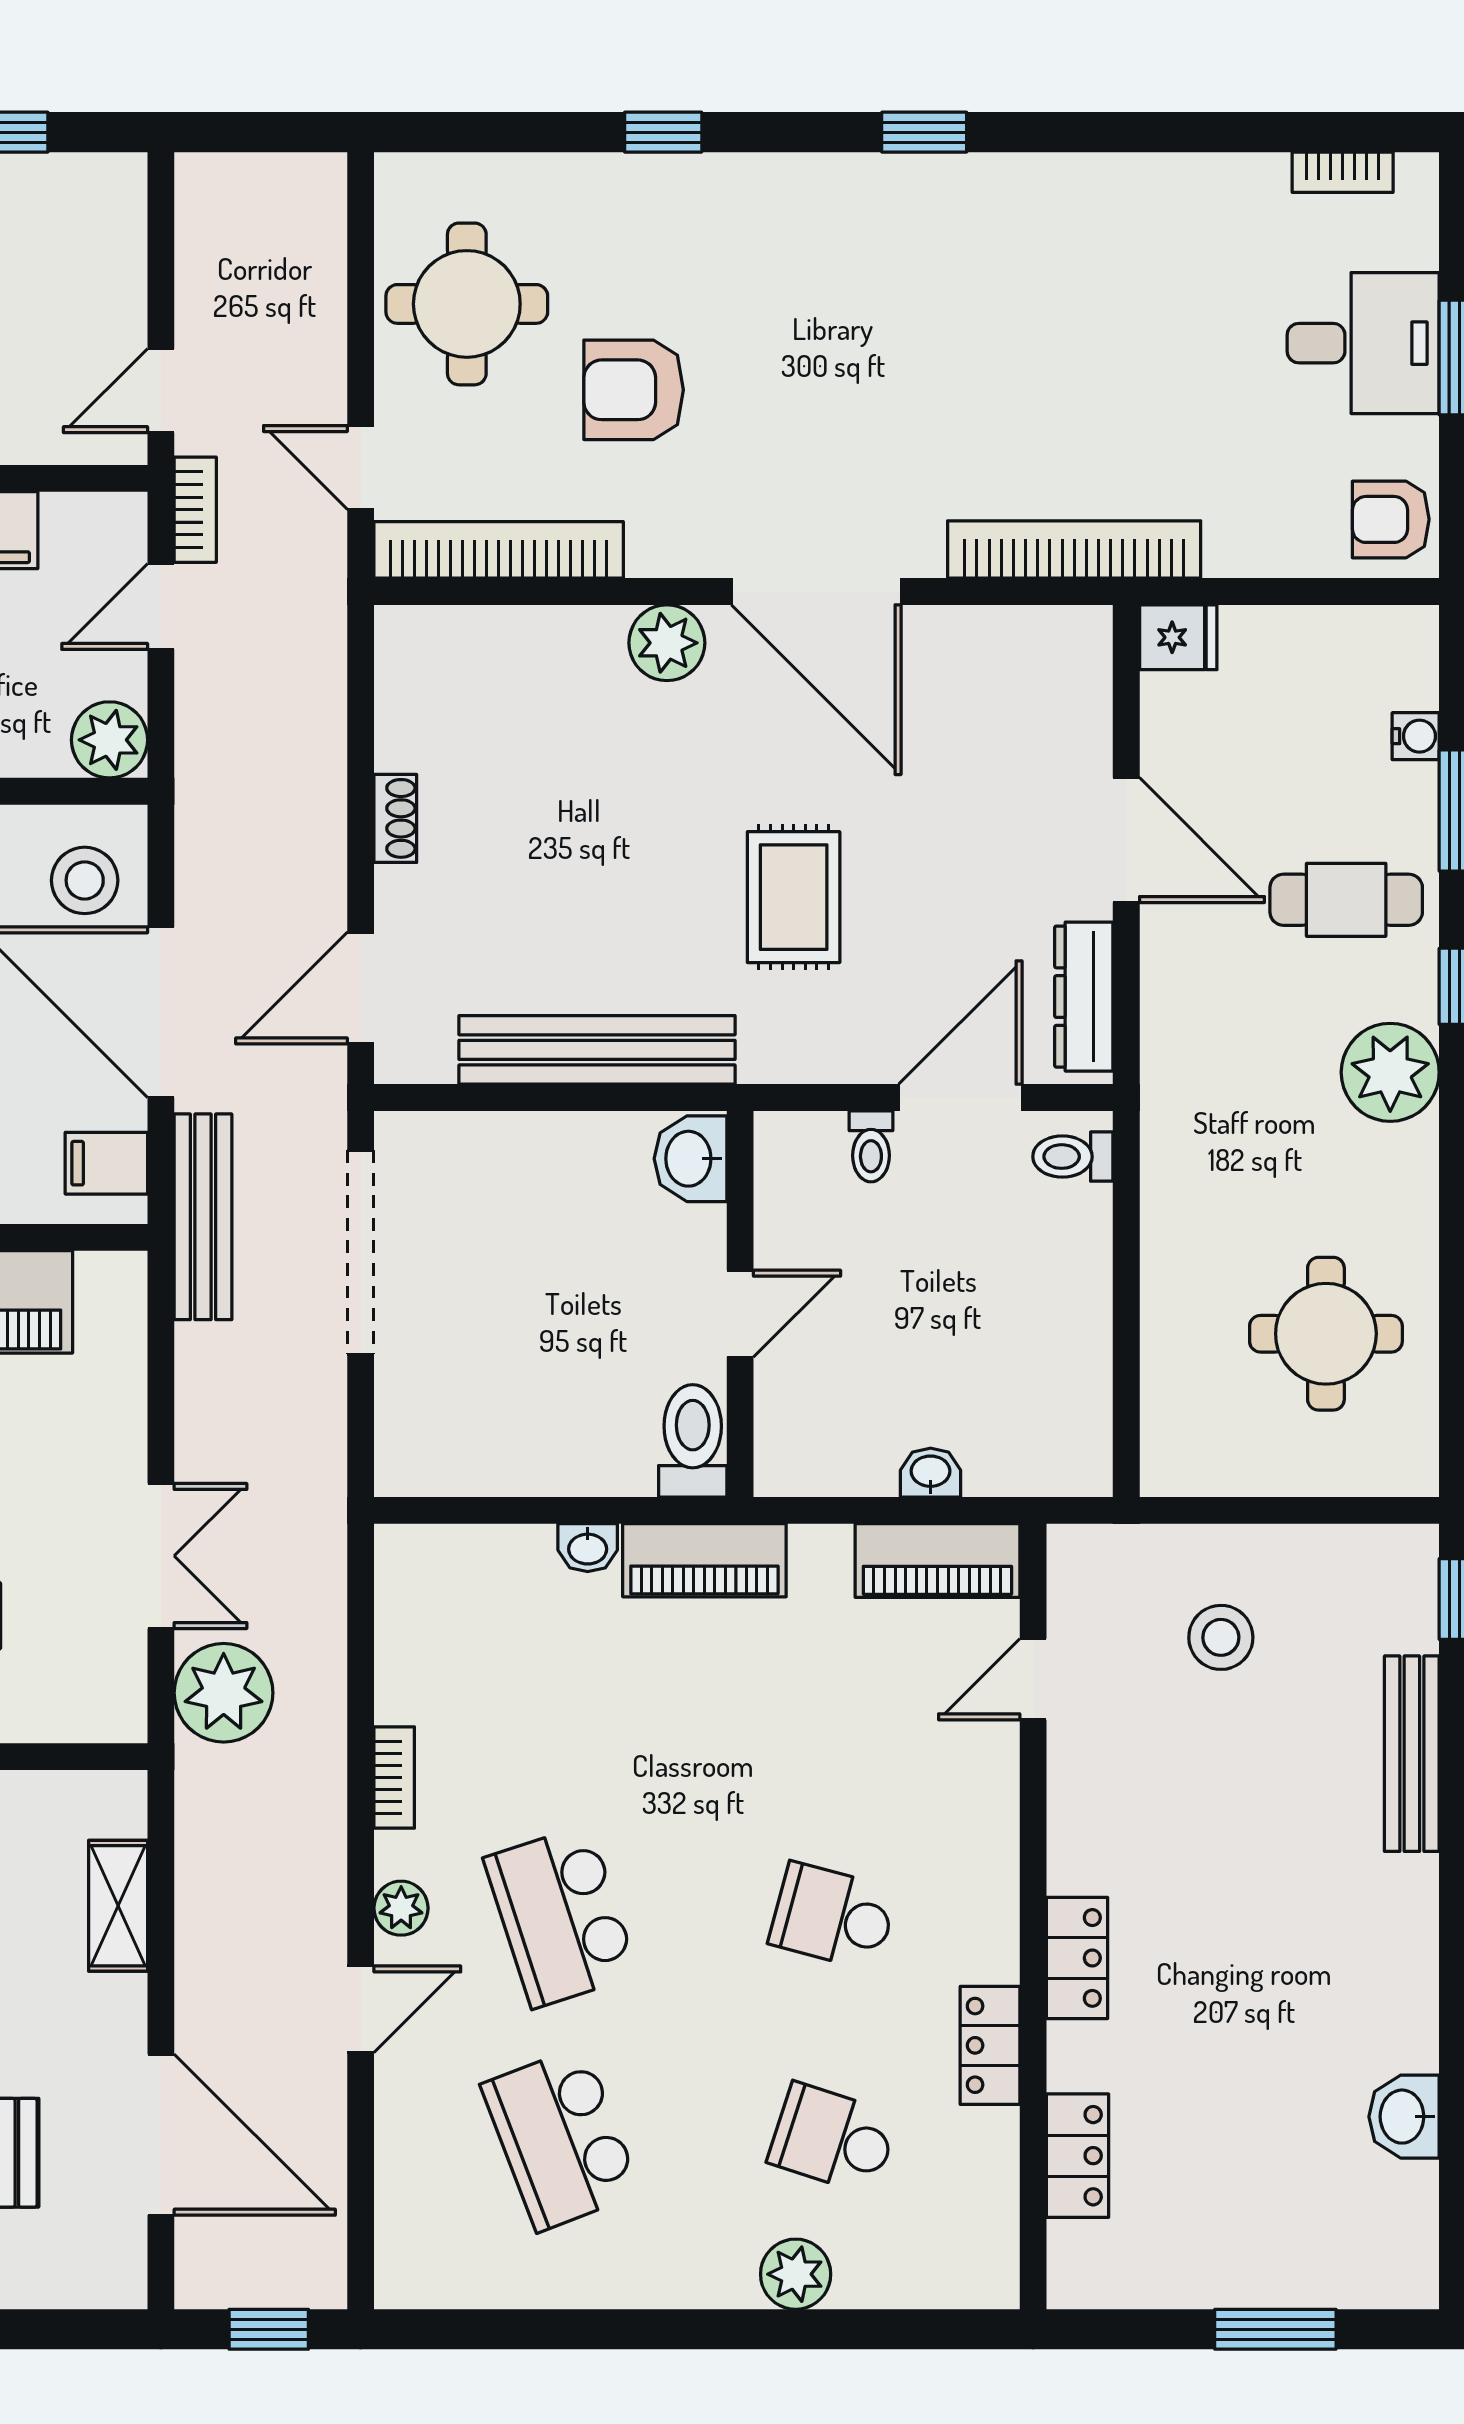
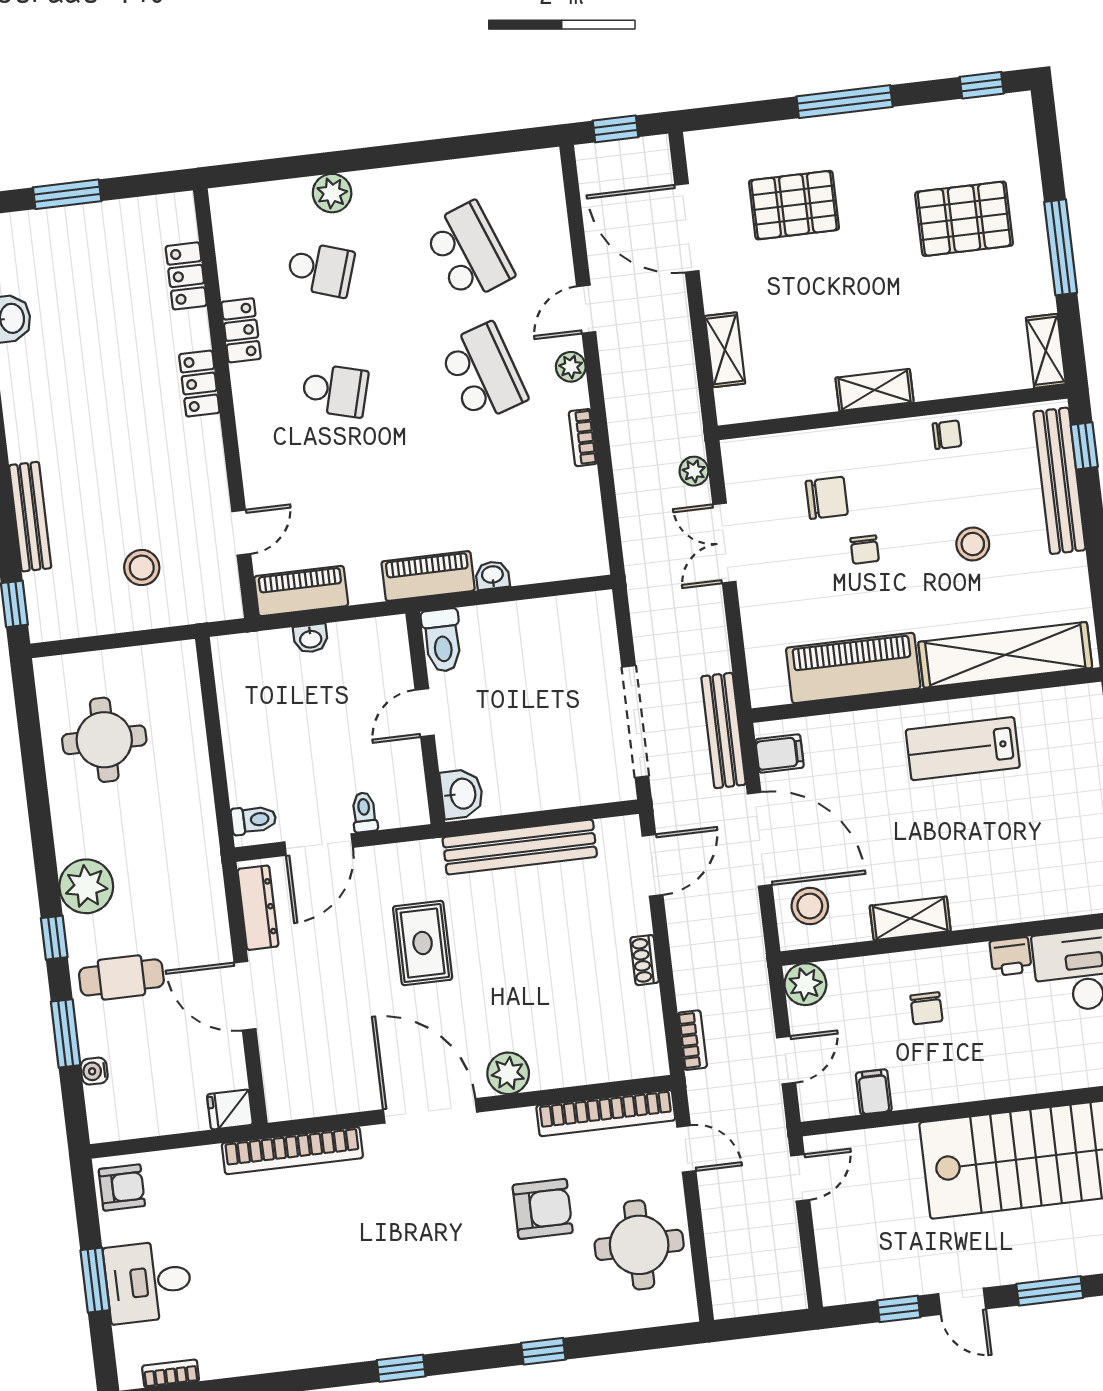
bookcase: (195, 510) -> (692, 1040), moved, turned 180
plant: (224, 1693) -> (694, 471), width x0.53, depth x0.53

